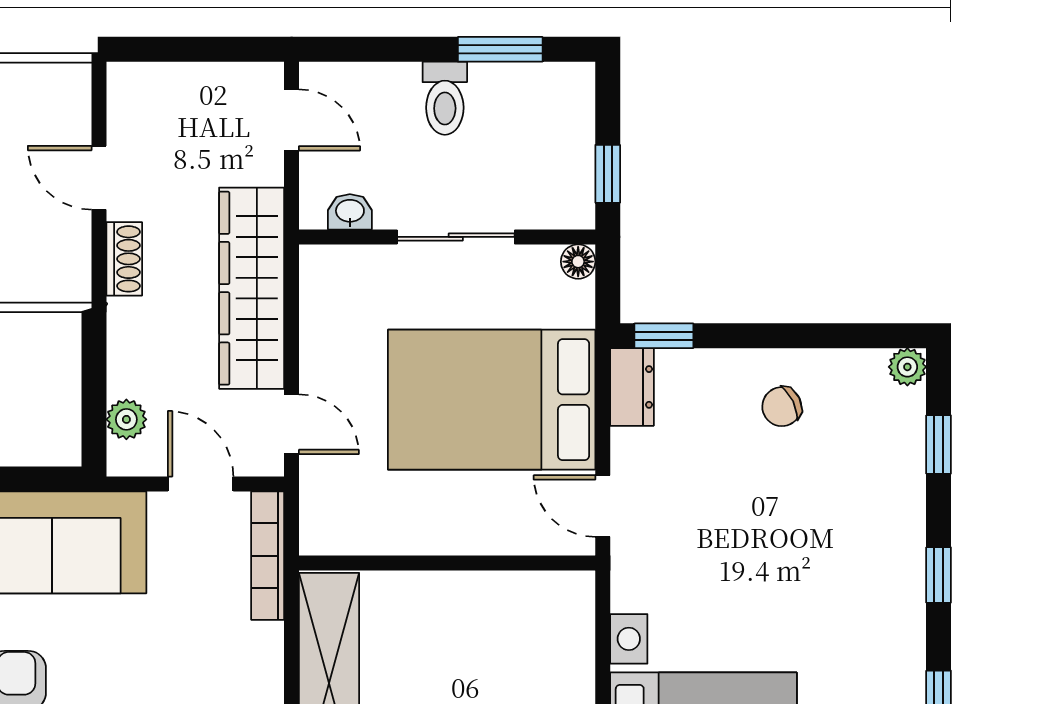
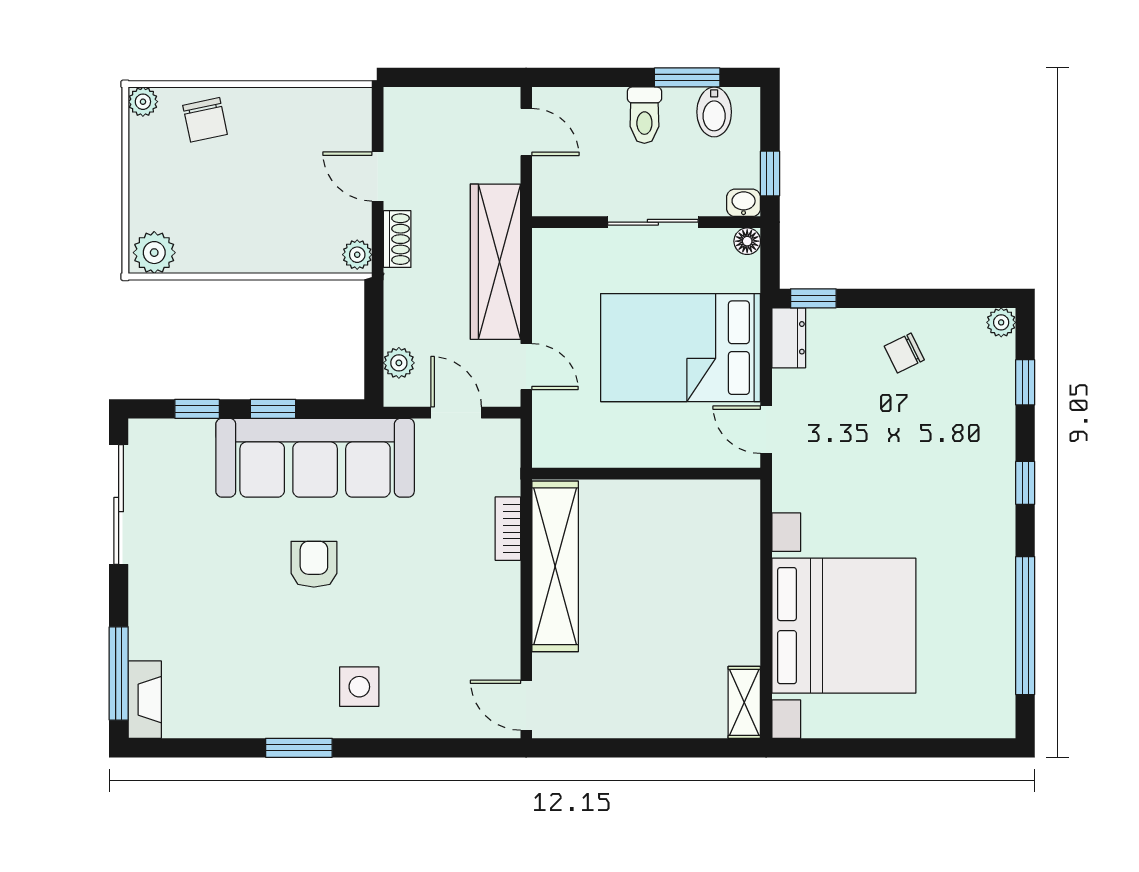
bidet: (535, 94) -> (714, 112), added
washbasin: (350, 212) -> (744, 203), moved
plant: (72, 279) -> (357, 255), added
bookcase: (268, 556) -> (508, 529), moved, width x0.64

